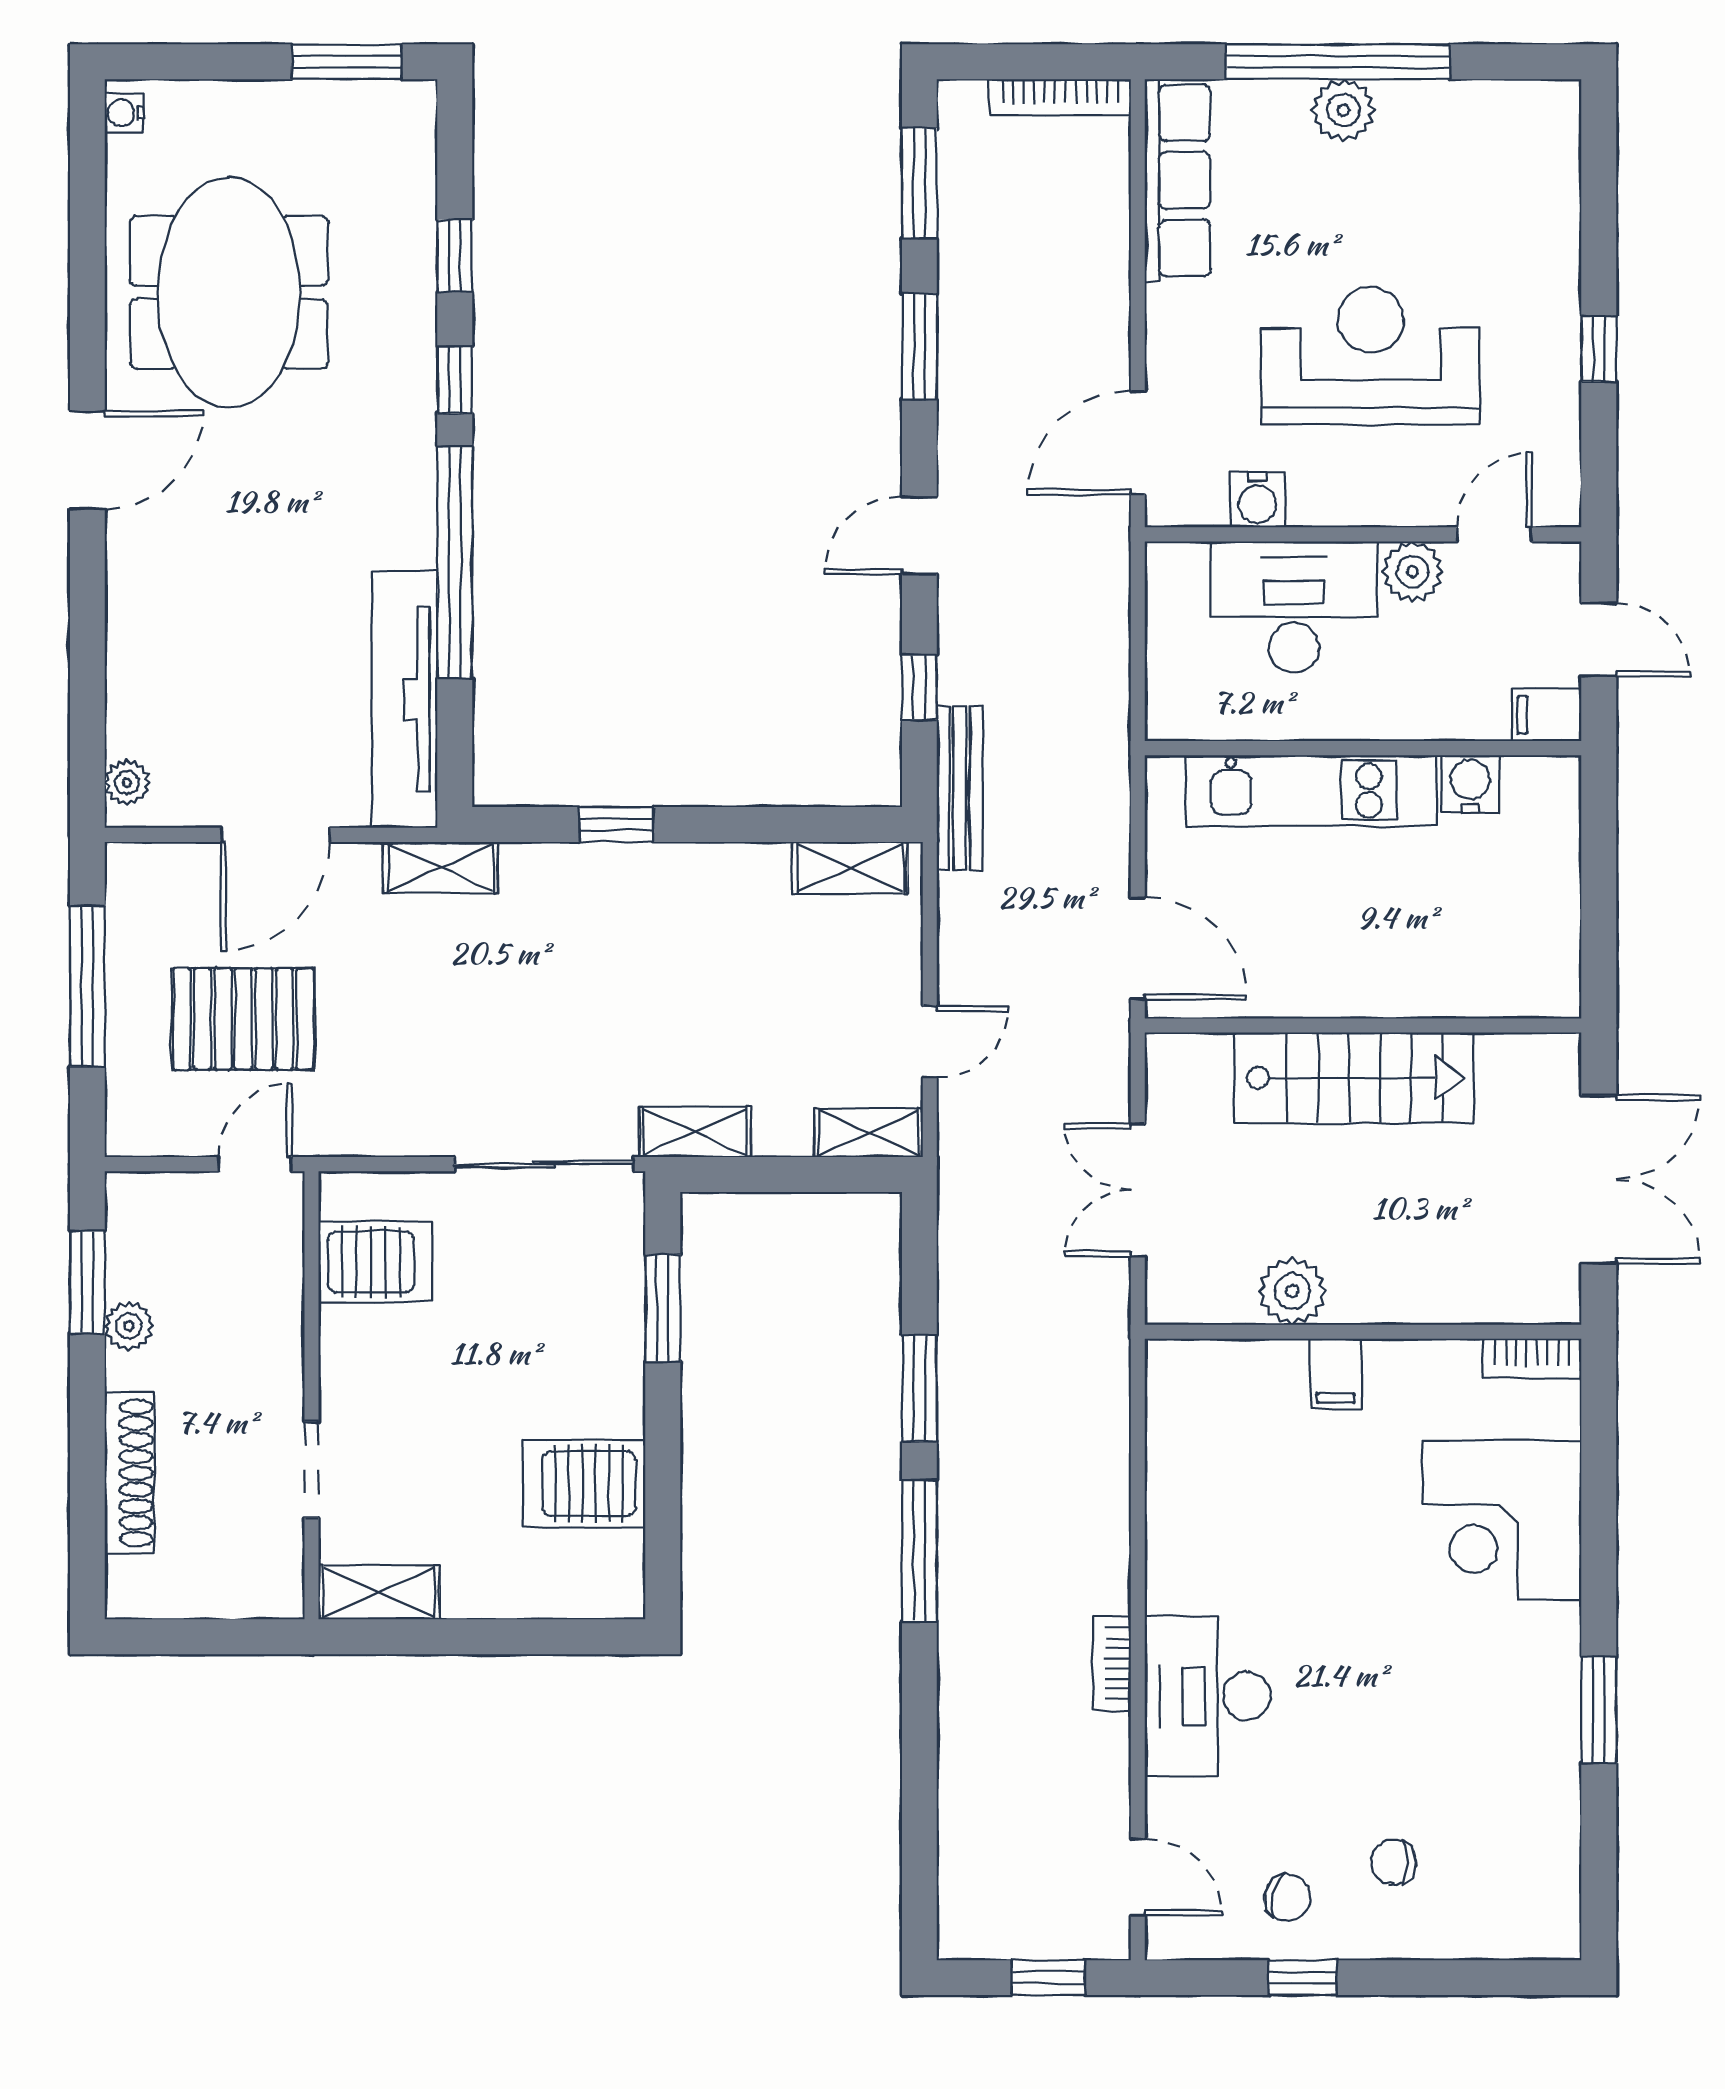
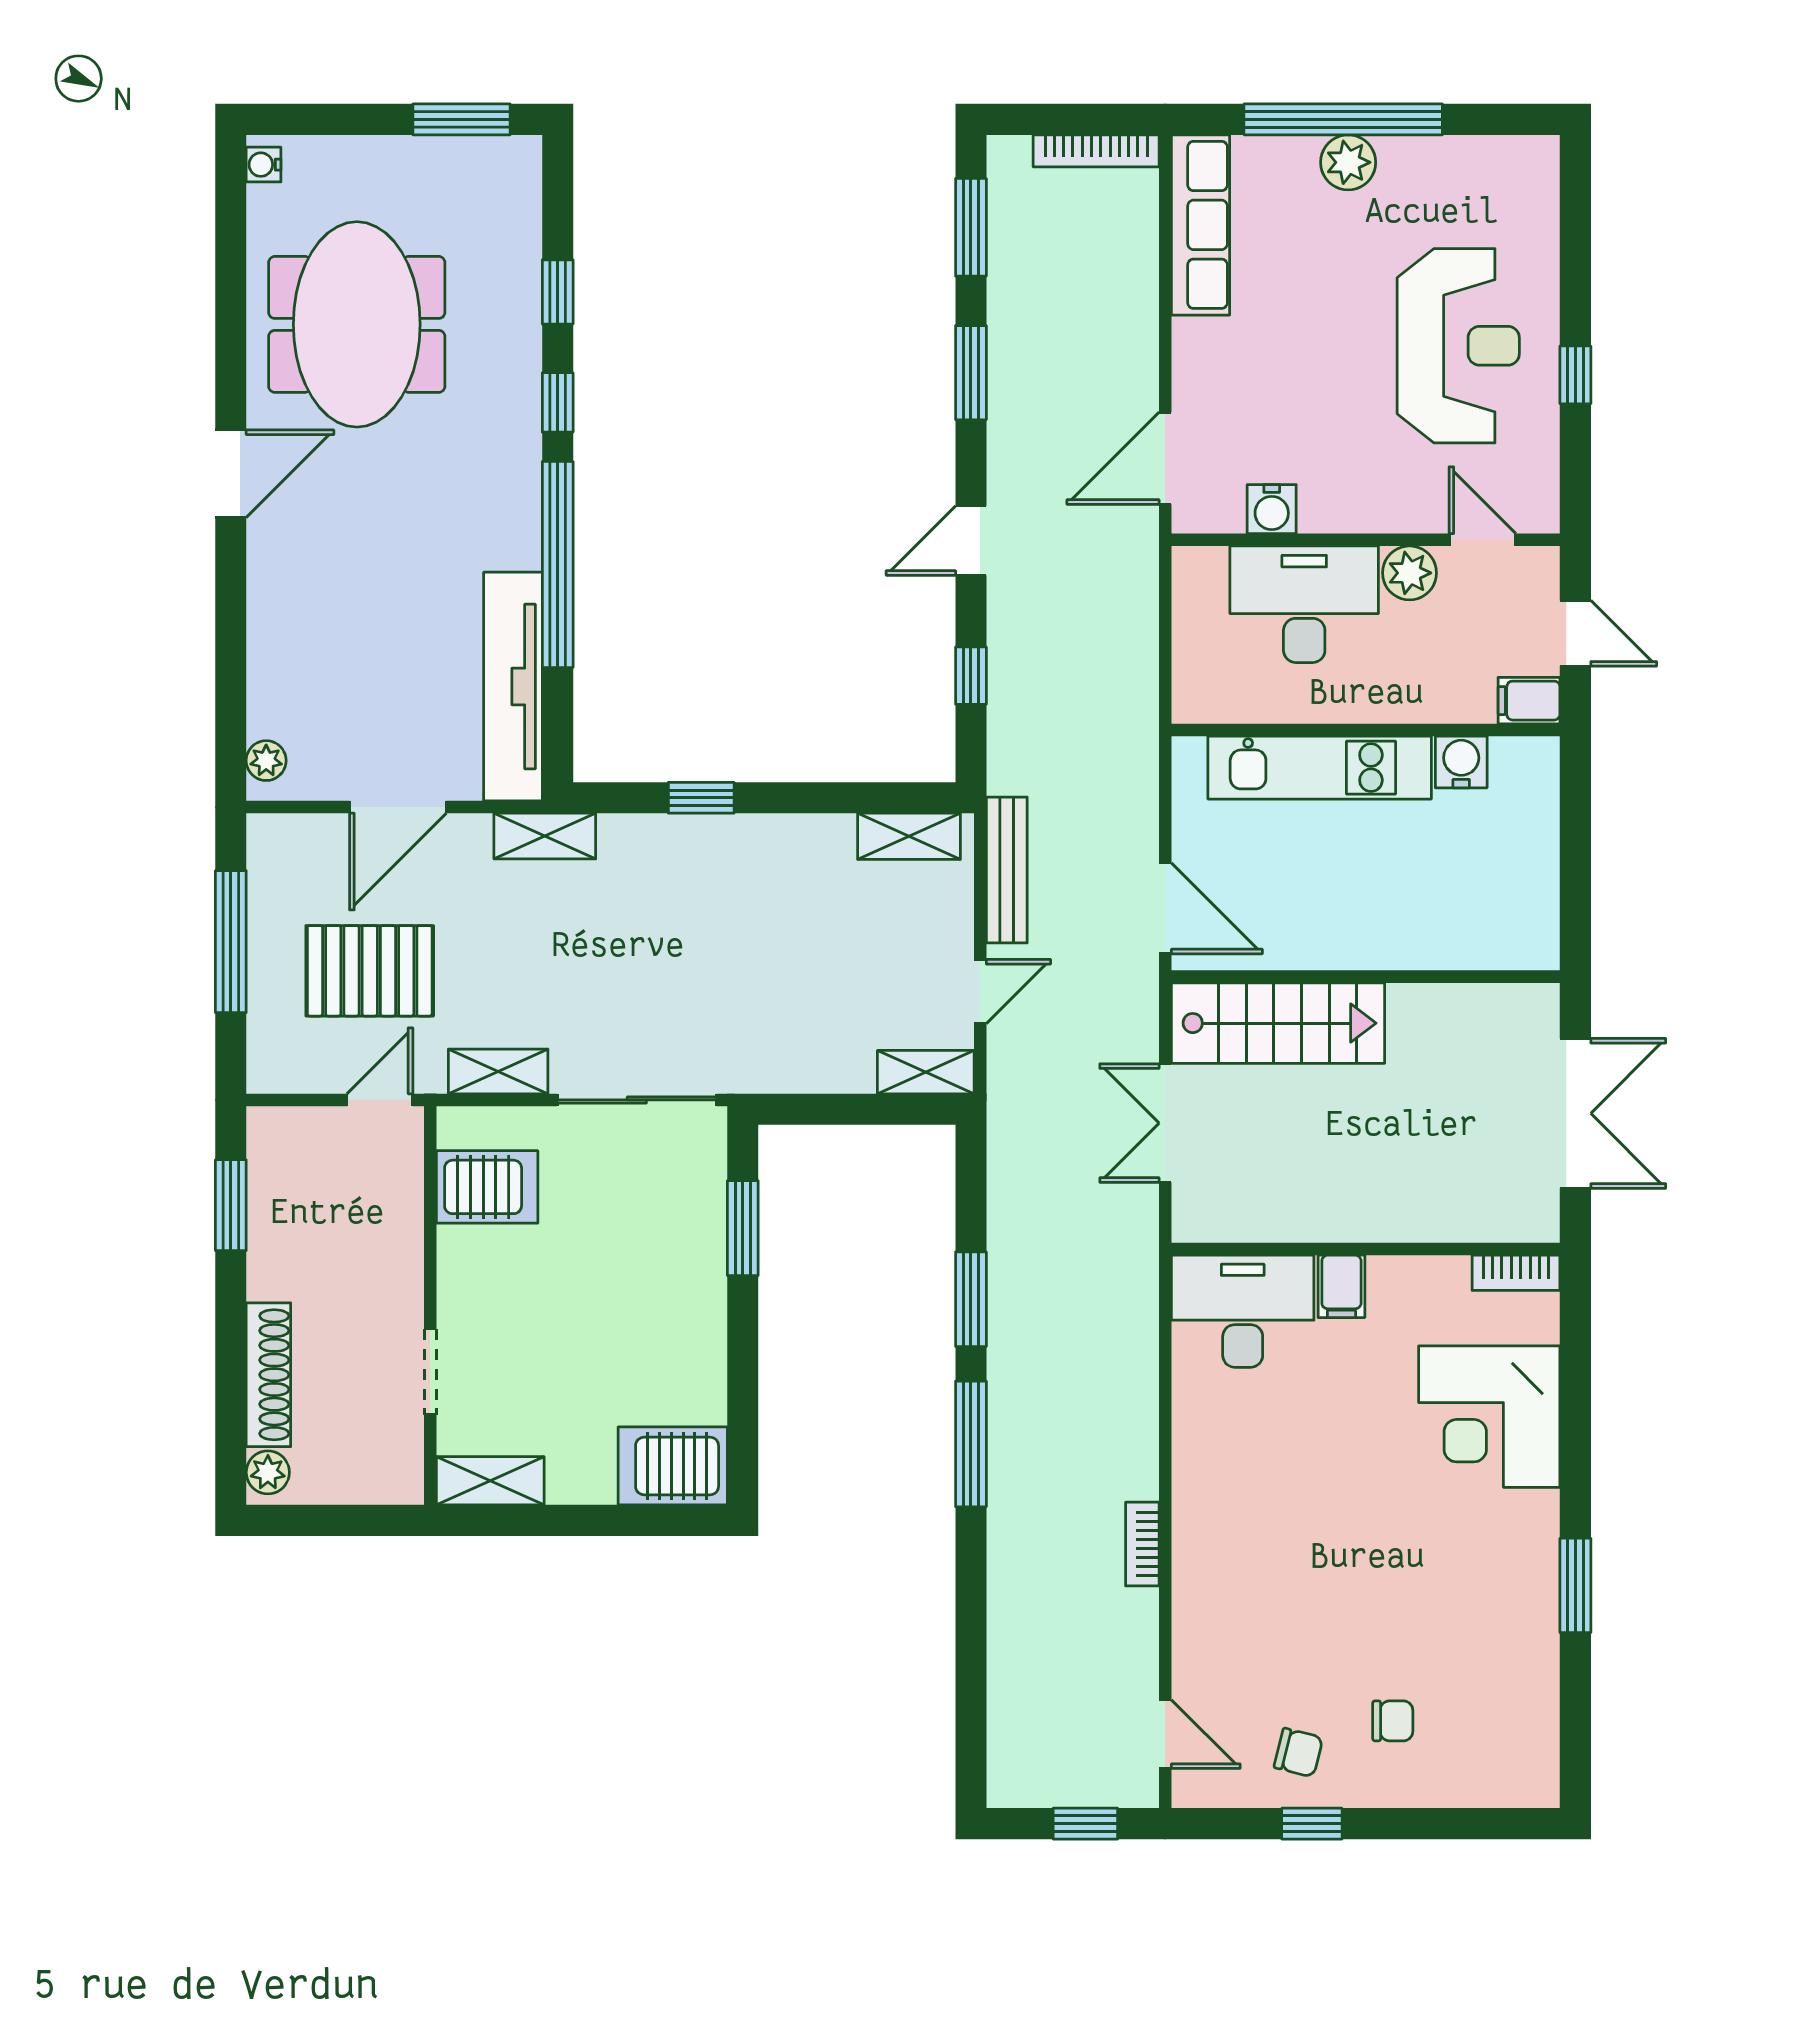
reception desk: (1370, 356) -> (1458, 346), moved, turned 90
door: (1494, 534) -> (1482, 540), hinge flipped
bench: (960, 788) -> (1007, 870), moved
stairs: (1354, 1078) -> (1278, 1023), moved
shelving: (695, 1132) -> (498, 1071), moved
plant: (1292, 1291) -> (1303, 1213), removed
plant: (129, 1326) -> (268, 1472), moved
server rack: (584, 1483) -> (673, 1466), moved
desk: (1208, 1696) -> (1243, 1311), moved, turned 90
chair: (1394, 1862) -> (1393, 1721), turned 180

